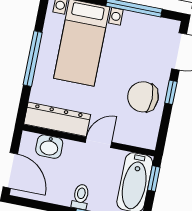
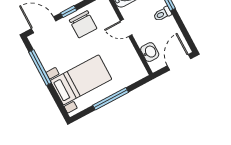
dresser: (57, 119) -> (132, 60), removed

